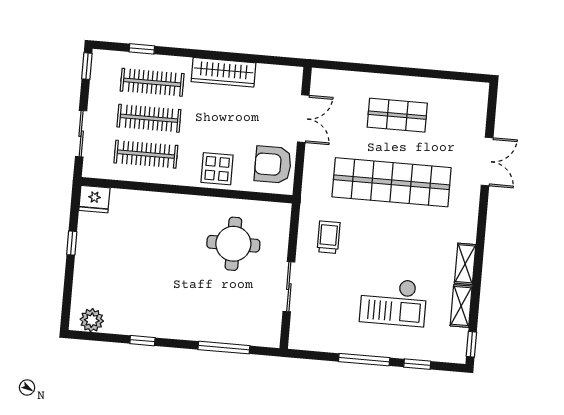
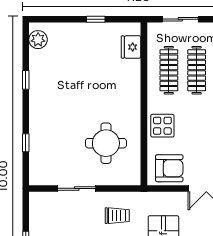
armchair: (273, 165) -> (169, 168), turned 90
fridge: (94, 199) -> (131, 47), moved
window: (224, 348) -> (26, 143), width x0.46

